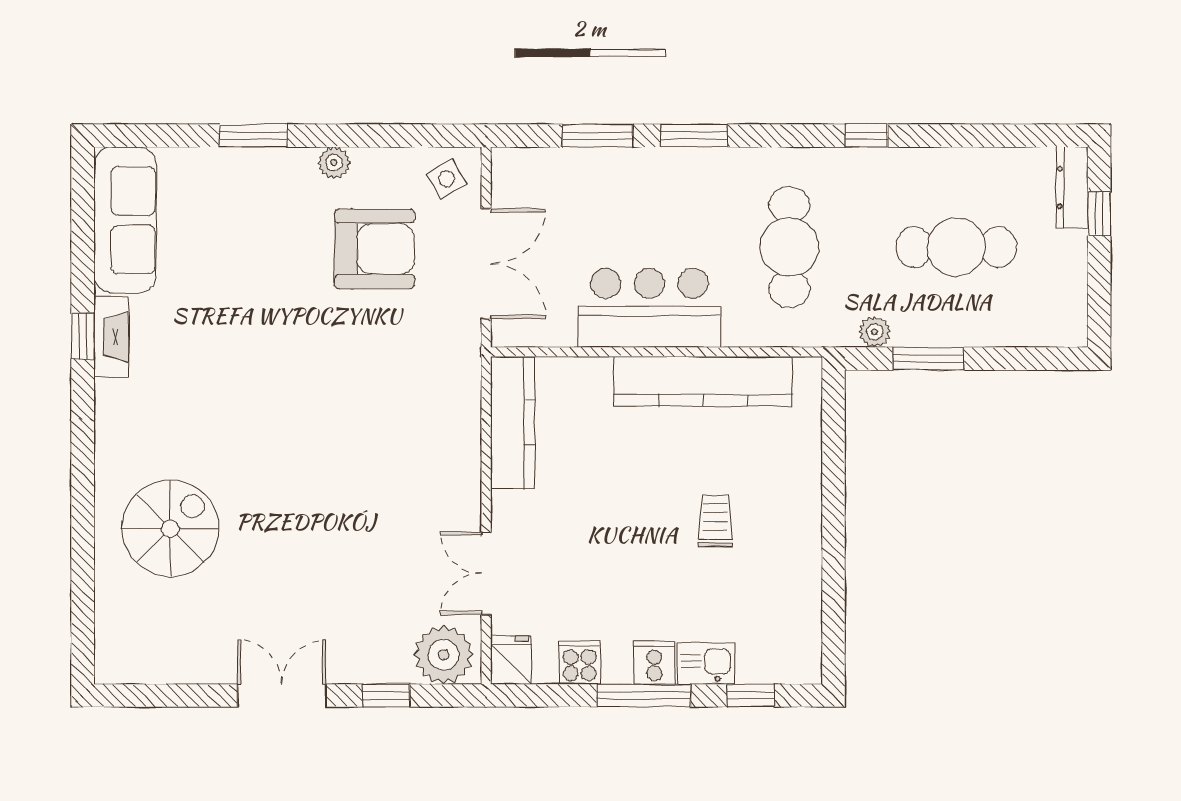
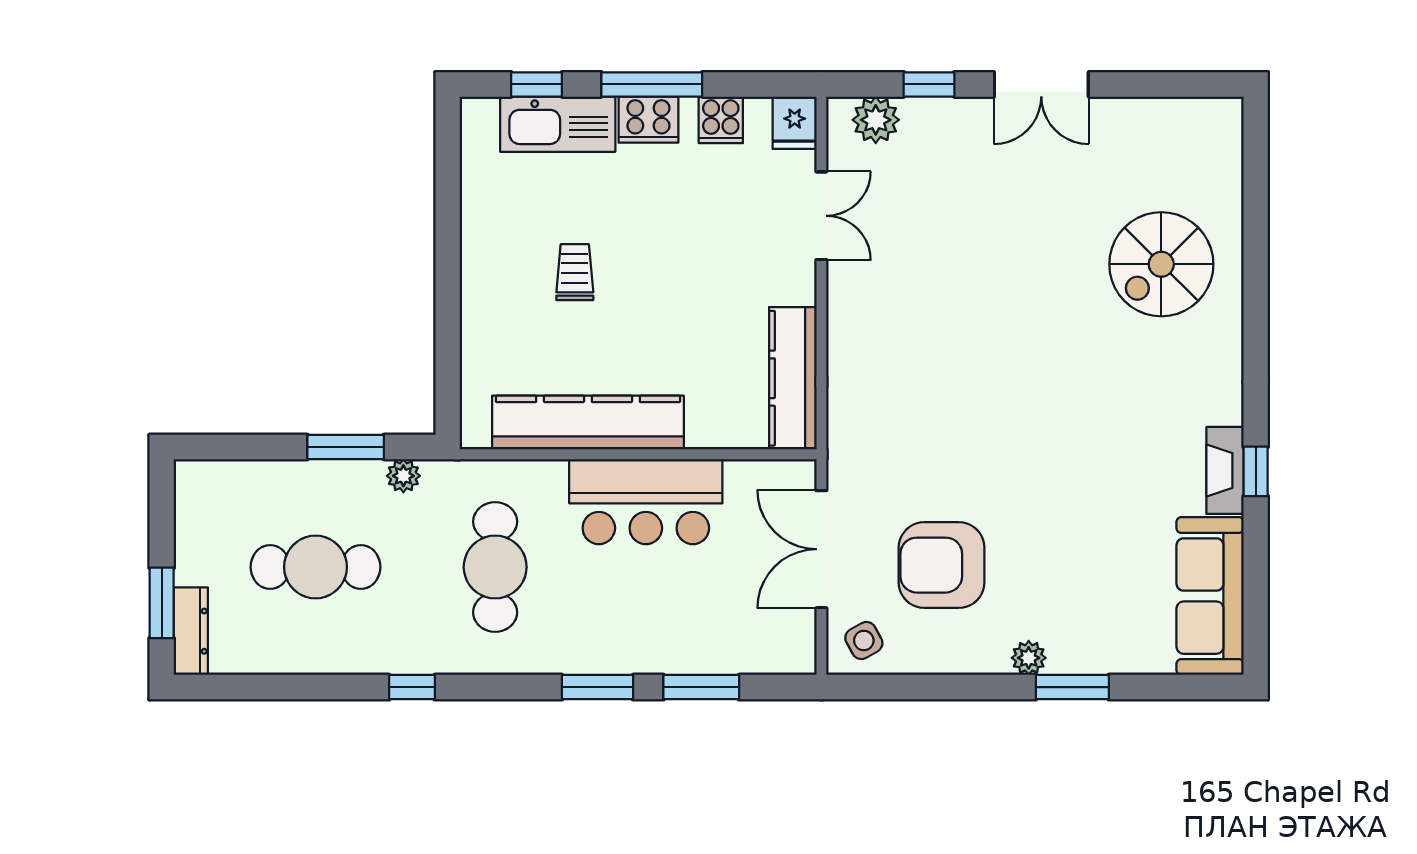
plant: (334, 163) -> (1029, 658), moved
window: (1099, 214) -> (162, 603), width x1.50
trolley: (715, 521) -> (575, 272), turned 180
plant: (444, 655) -> (876, 120), width x0.73, depth x0.73
cooker: (654, 663) -> (648, 120), width x1.36
kitchen sink: (706, 664) -> (558, 124), width x1.87, depth x1.24

